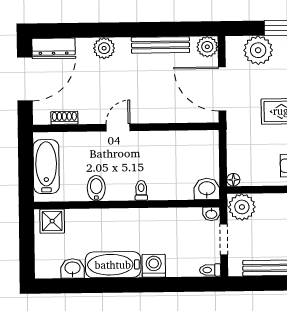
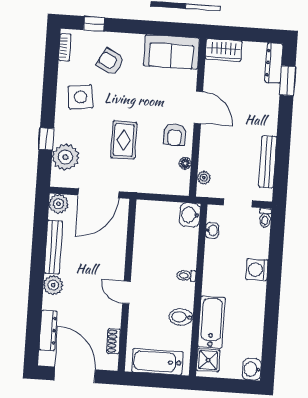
dresser: (53, 47) -> (48, 330), moved
plant: (104, 48) -> (53, 285), moved
floor lamp: (233, 180) -> (185, 163), moved
plant: (242, 207) -> (204, 178), width x0.53, depth x0.53
washbasin: (211, 214) -> (212, 230), moved
bathtub: (113, 265) -> (212, 322), moved, turned 180
washbasin: (72, 268) -> (252, 369), moved

